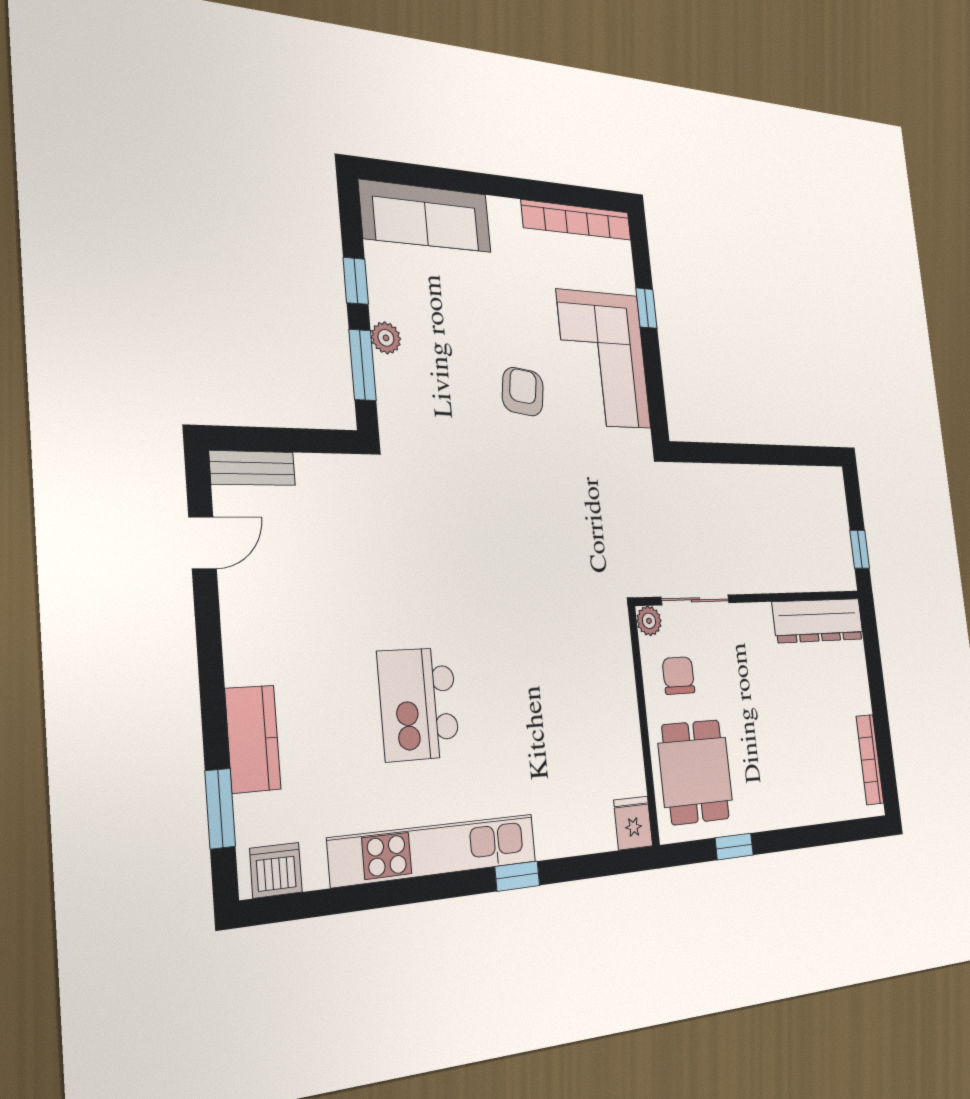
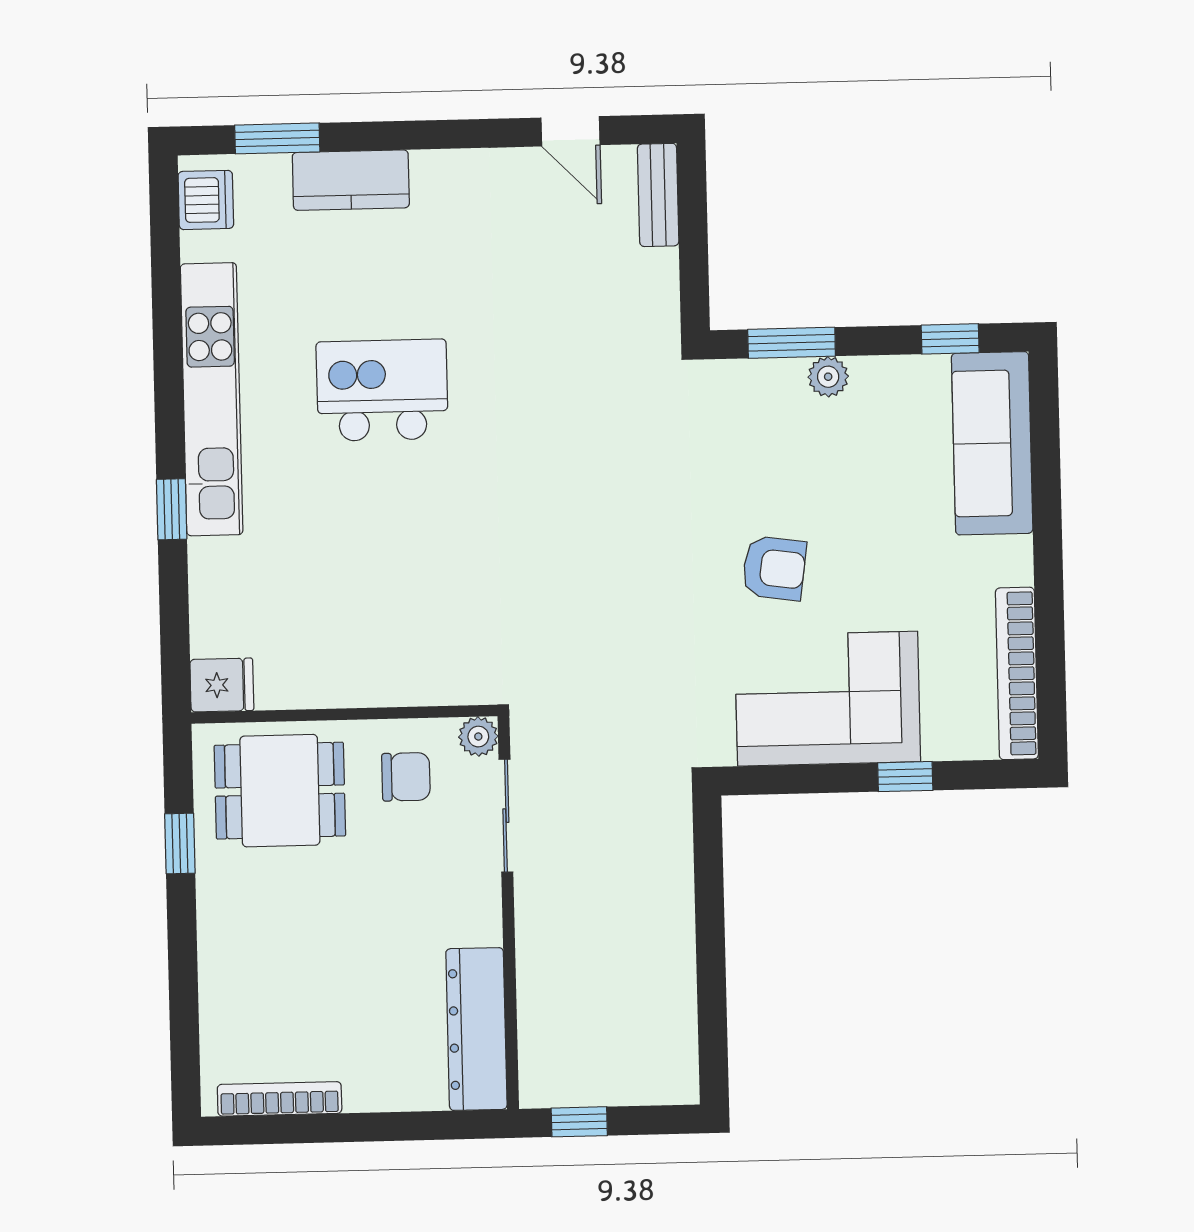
window: (356, 281) -> (950, 339), moved

